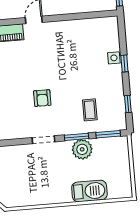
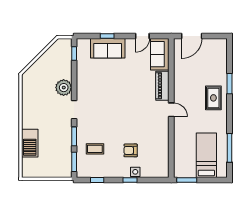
armchair: (42, 98) -> (131, 150), moved
plant: (82, 149) -> (64, 88), moved

